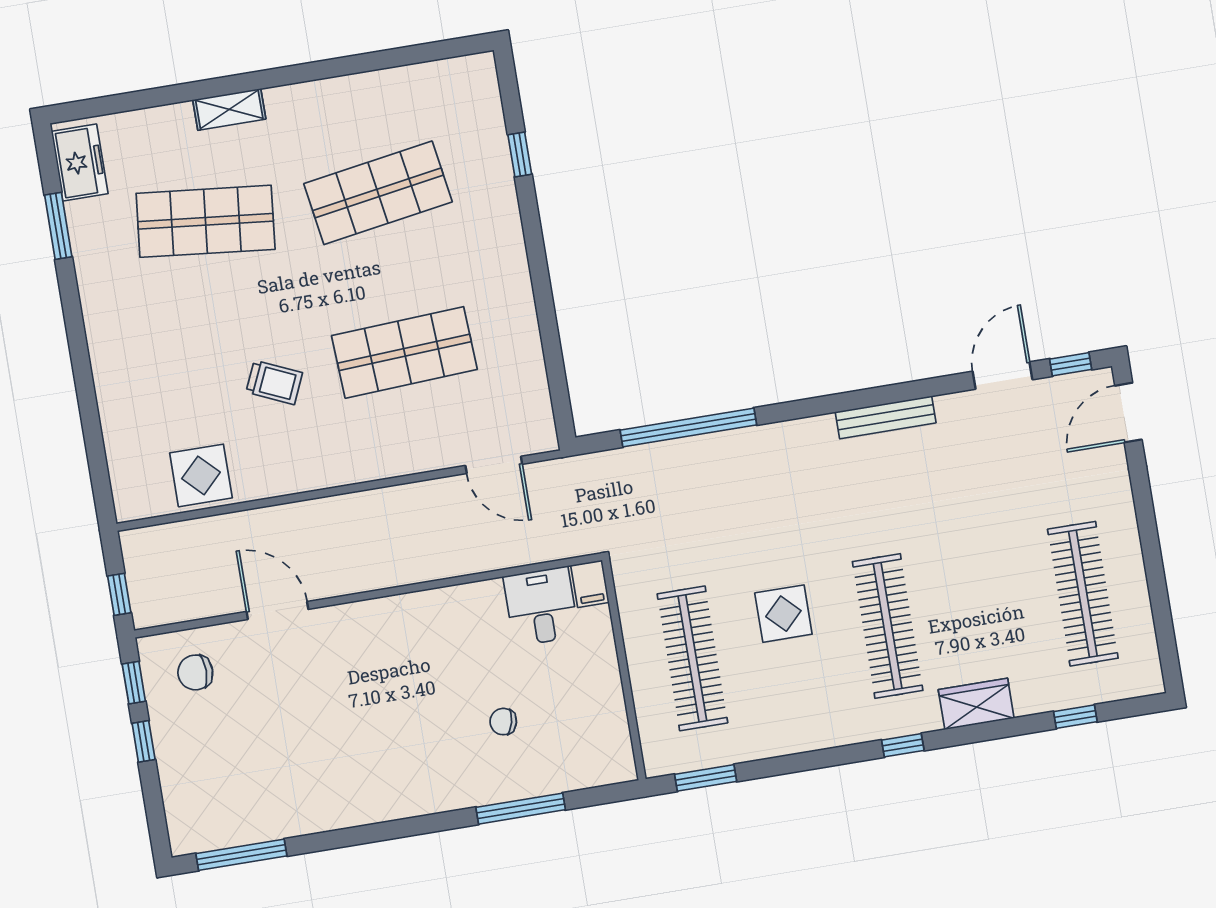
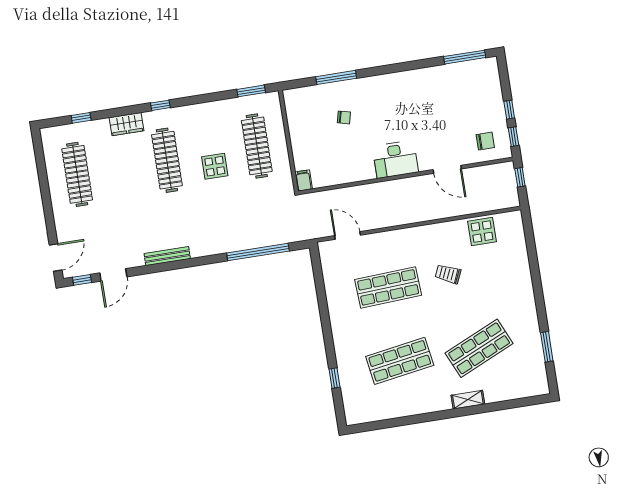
freezer: (80, 163) -> (537, 376), removed
shop shelf: (206, 221) -> (479, 348), turned -30
desk: (541, 606) -> (395, 159), moved, width x1.37

